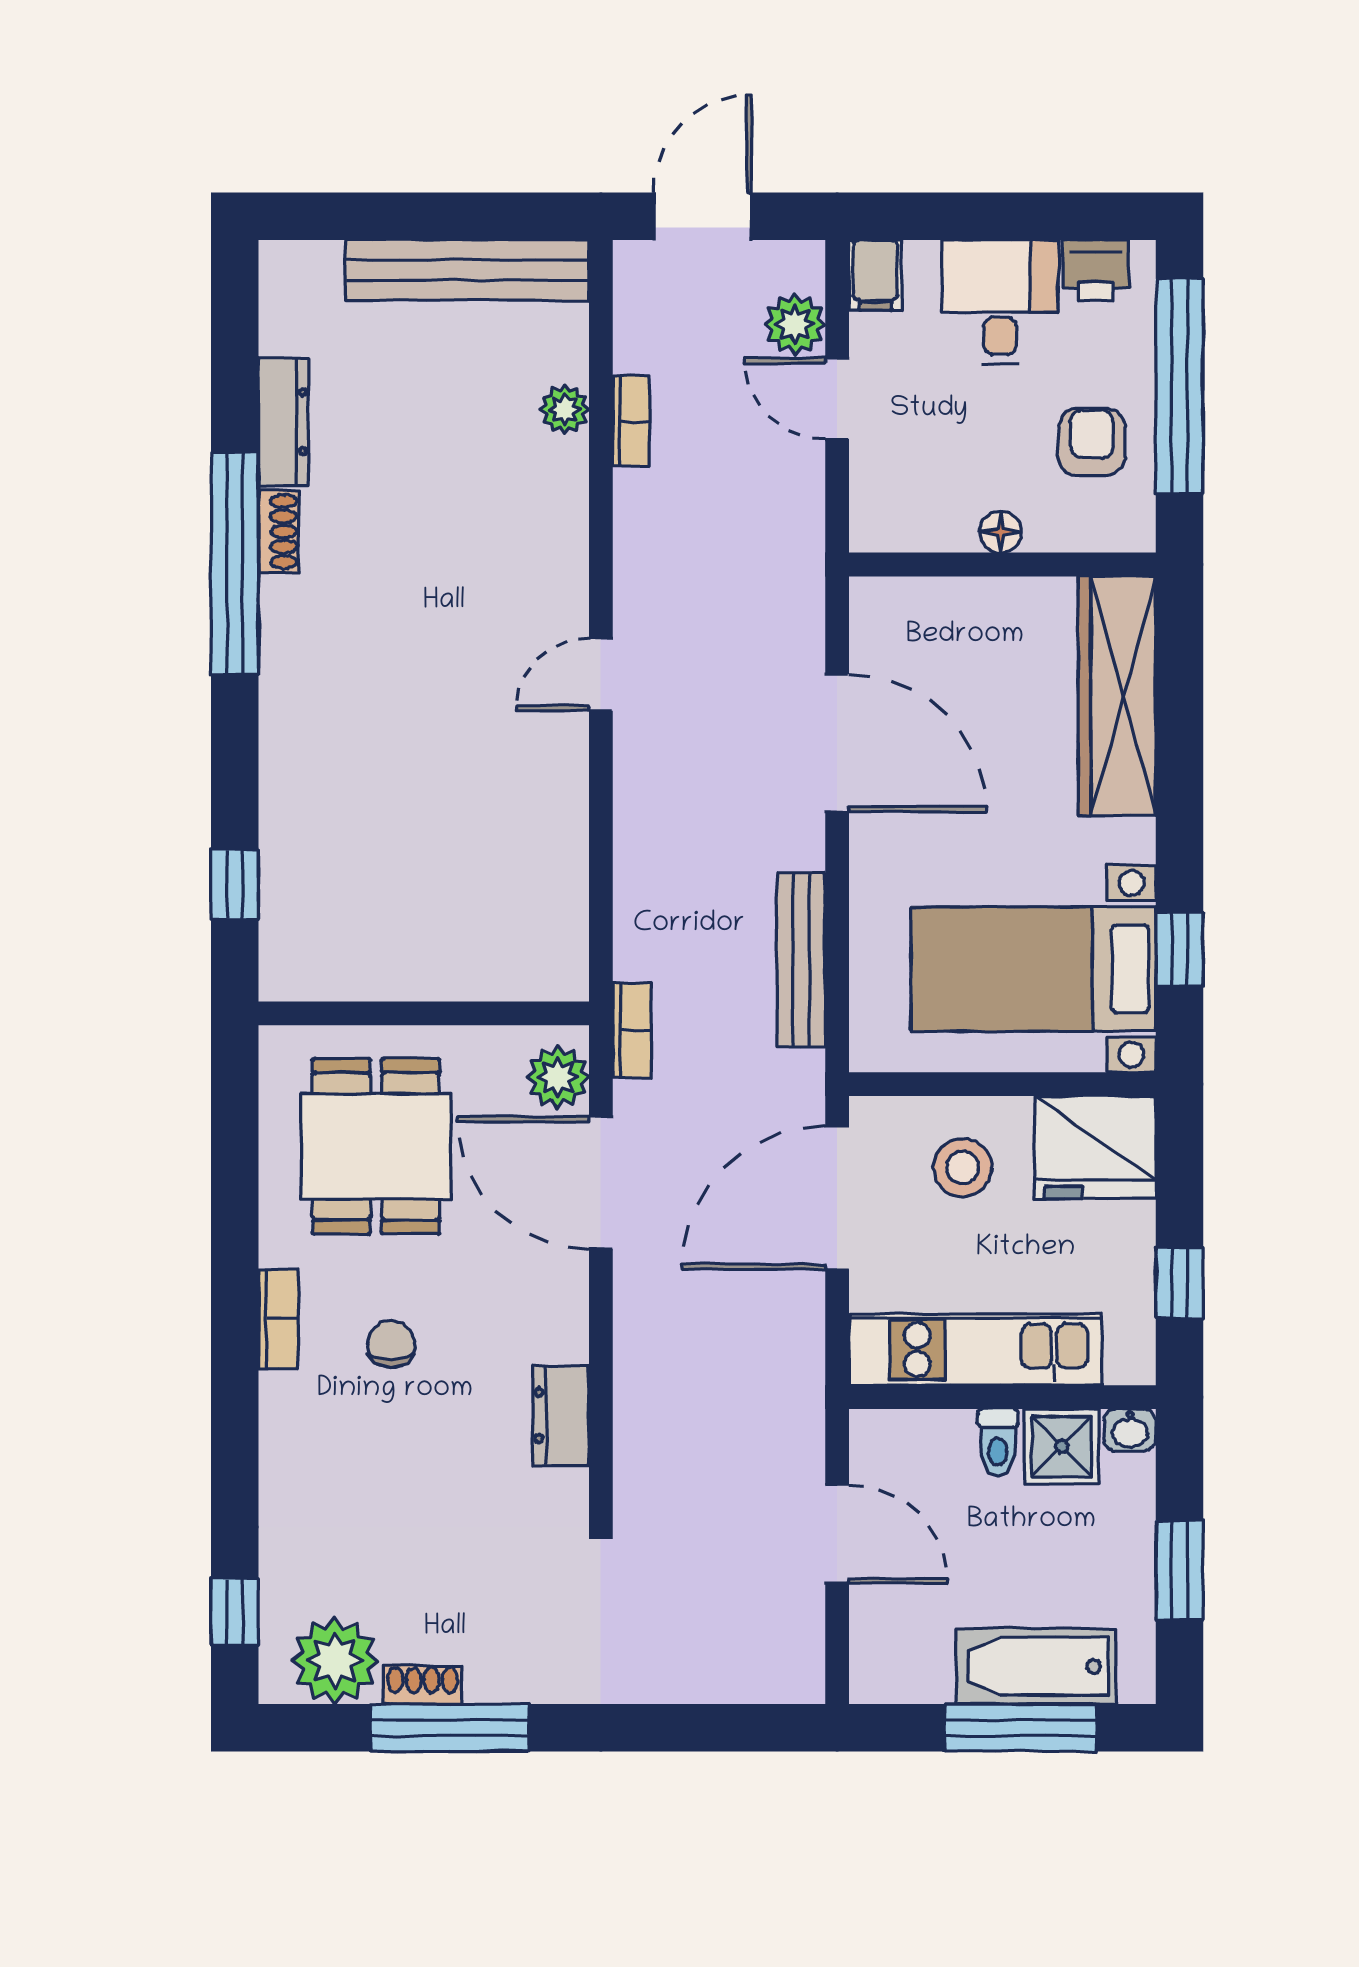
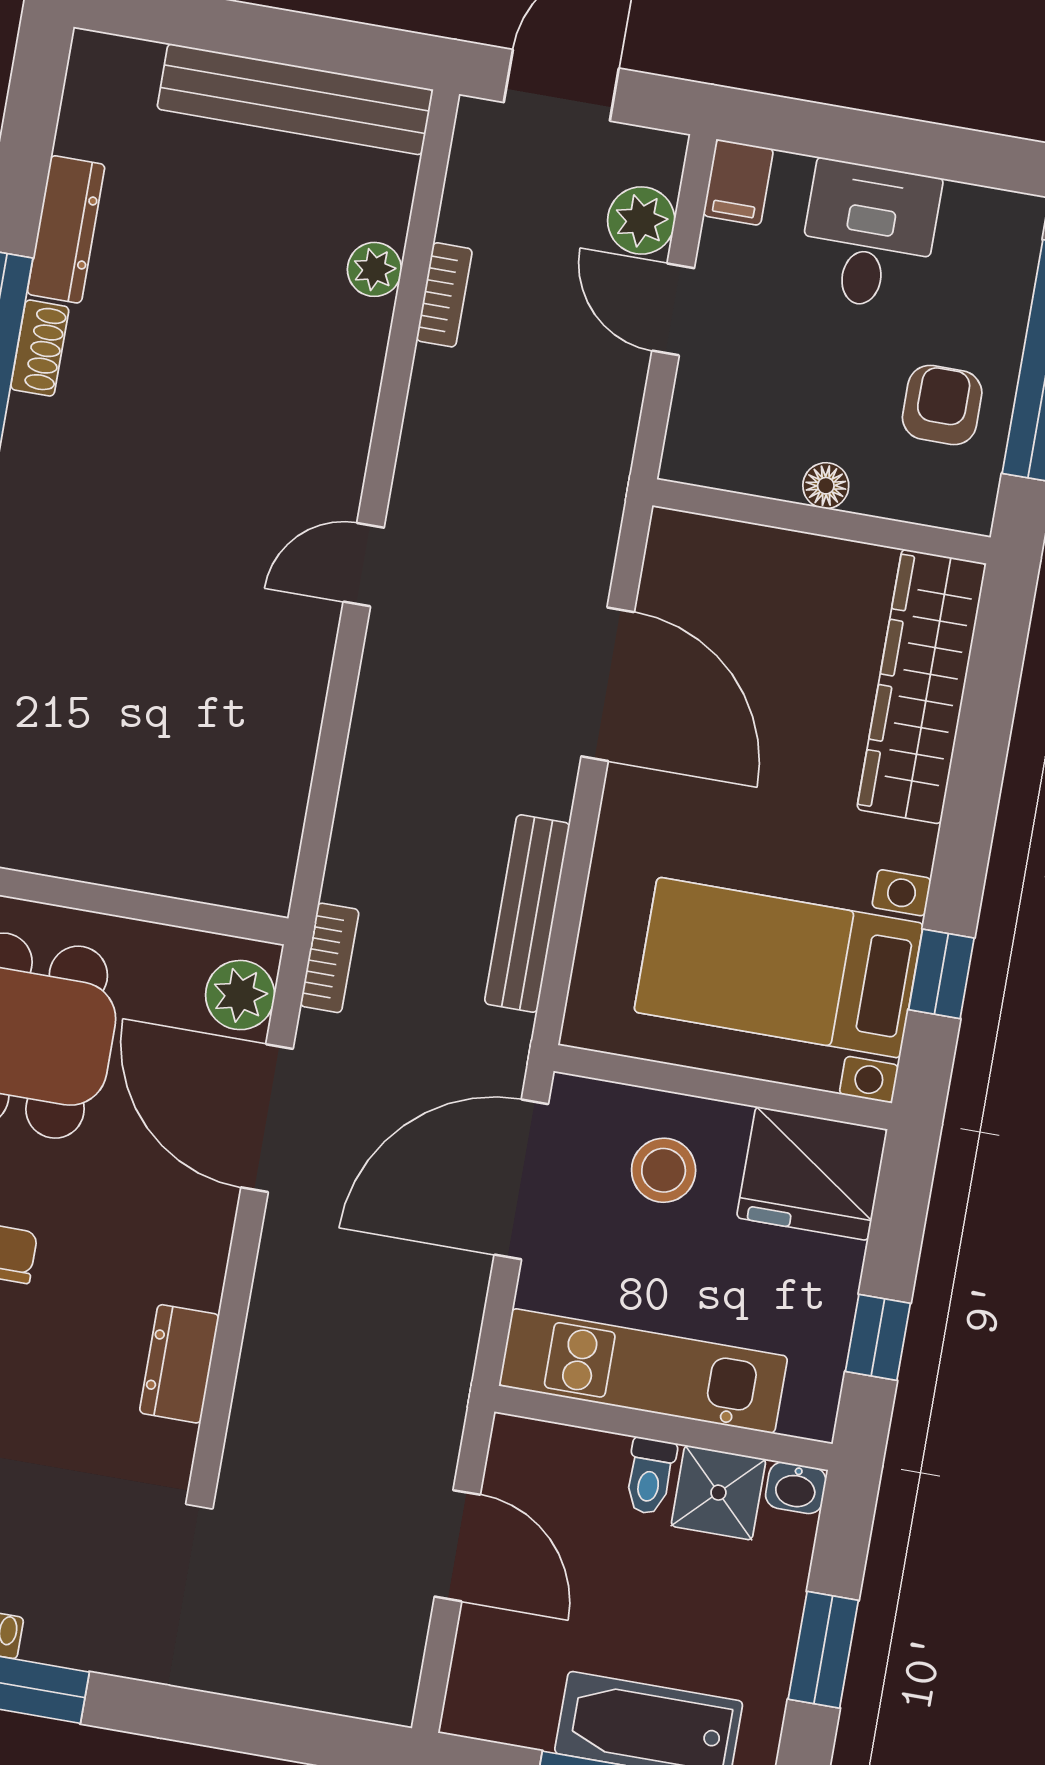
printer: (1096, 270) -> (979, 219), removed

